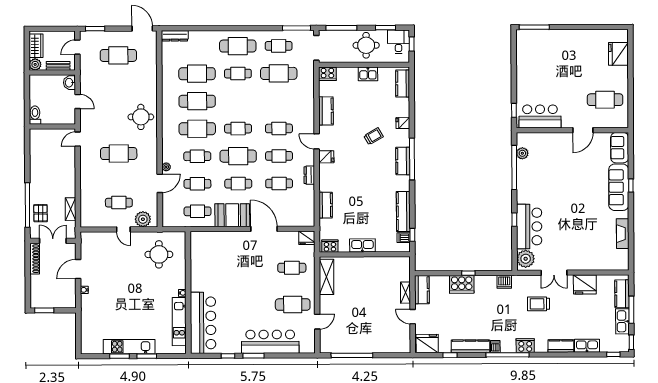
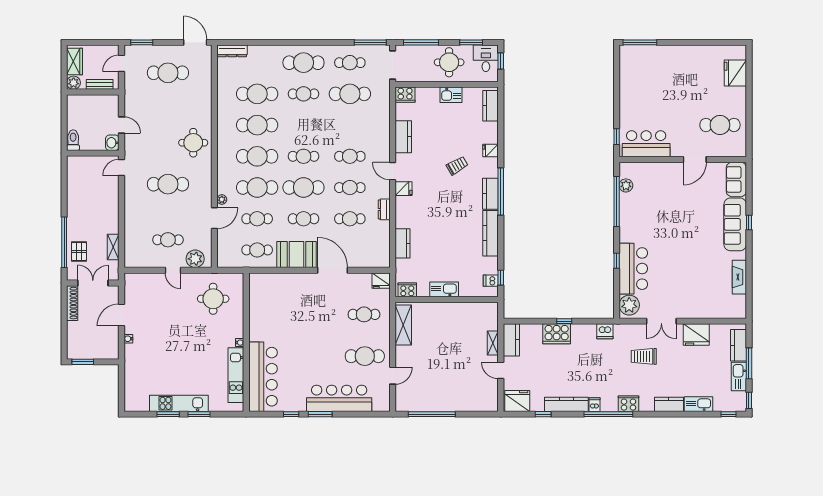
washbasin: (69, 83) -> (112, 143), moved
cafe table: (197, 156) -> (257, 188), width x1.37, depth x1.35
kitchen counter: (403, 212) -> (491, 233), moved

